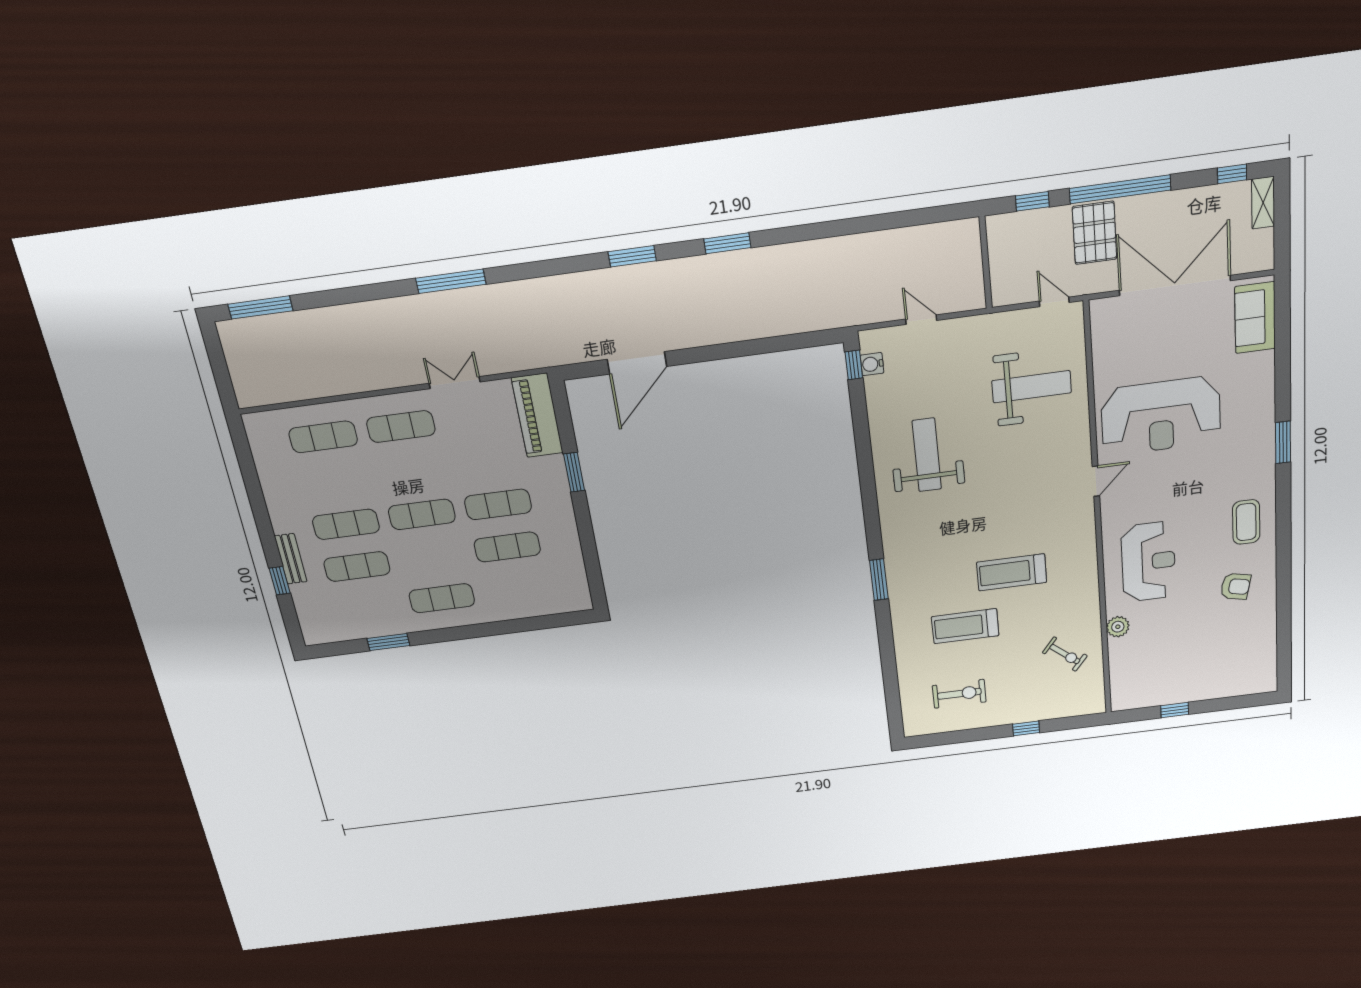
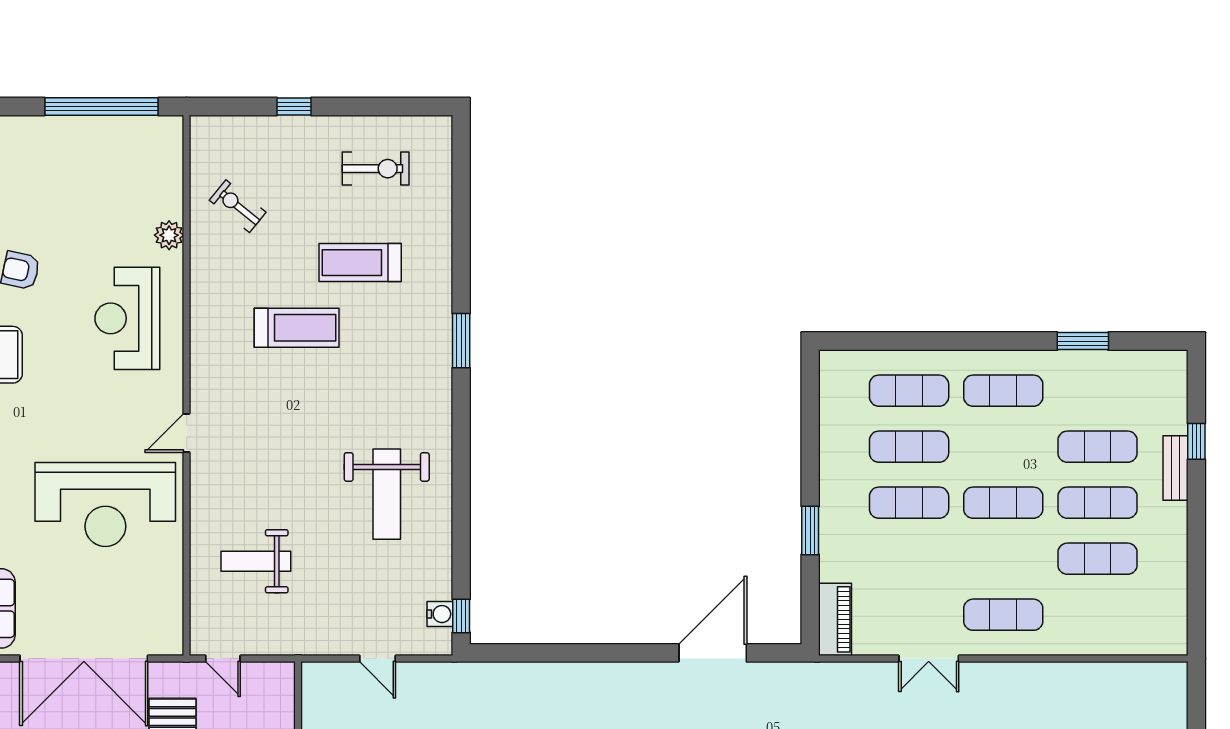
weight bench: (1032, 387) -> (256, 561), width x0.73, depth x0.75
piano: (537, 415) -> (835, 619), width x0.73, depth x0.75
reception desk: (1161, 416) -> (105, 504), turned 180
exercise mat: (323, 437) -> (1098, 559), moved
exercise mat: (516, 589) -> (909, 391), added
treadmill: (965, 626) -> (360, 263), turned 180
exercise bike: (959, 694) -> (376, 169), turned 180
window: (1175, 710) -> (102, 106), width x3.17

